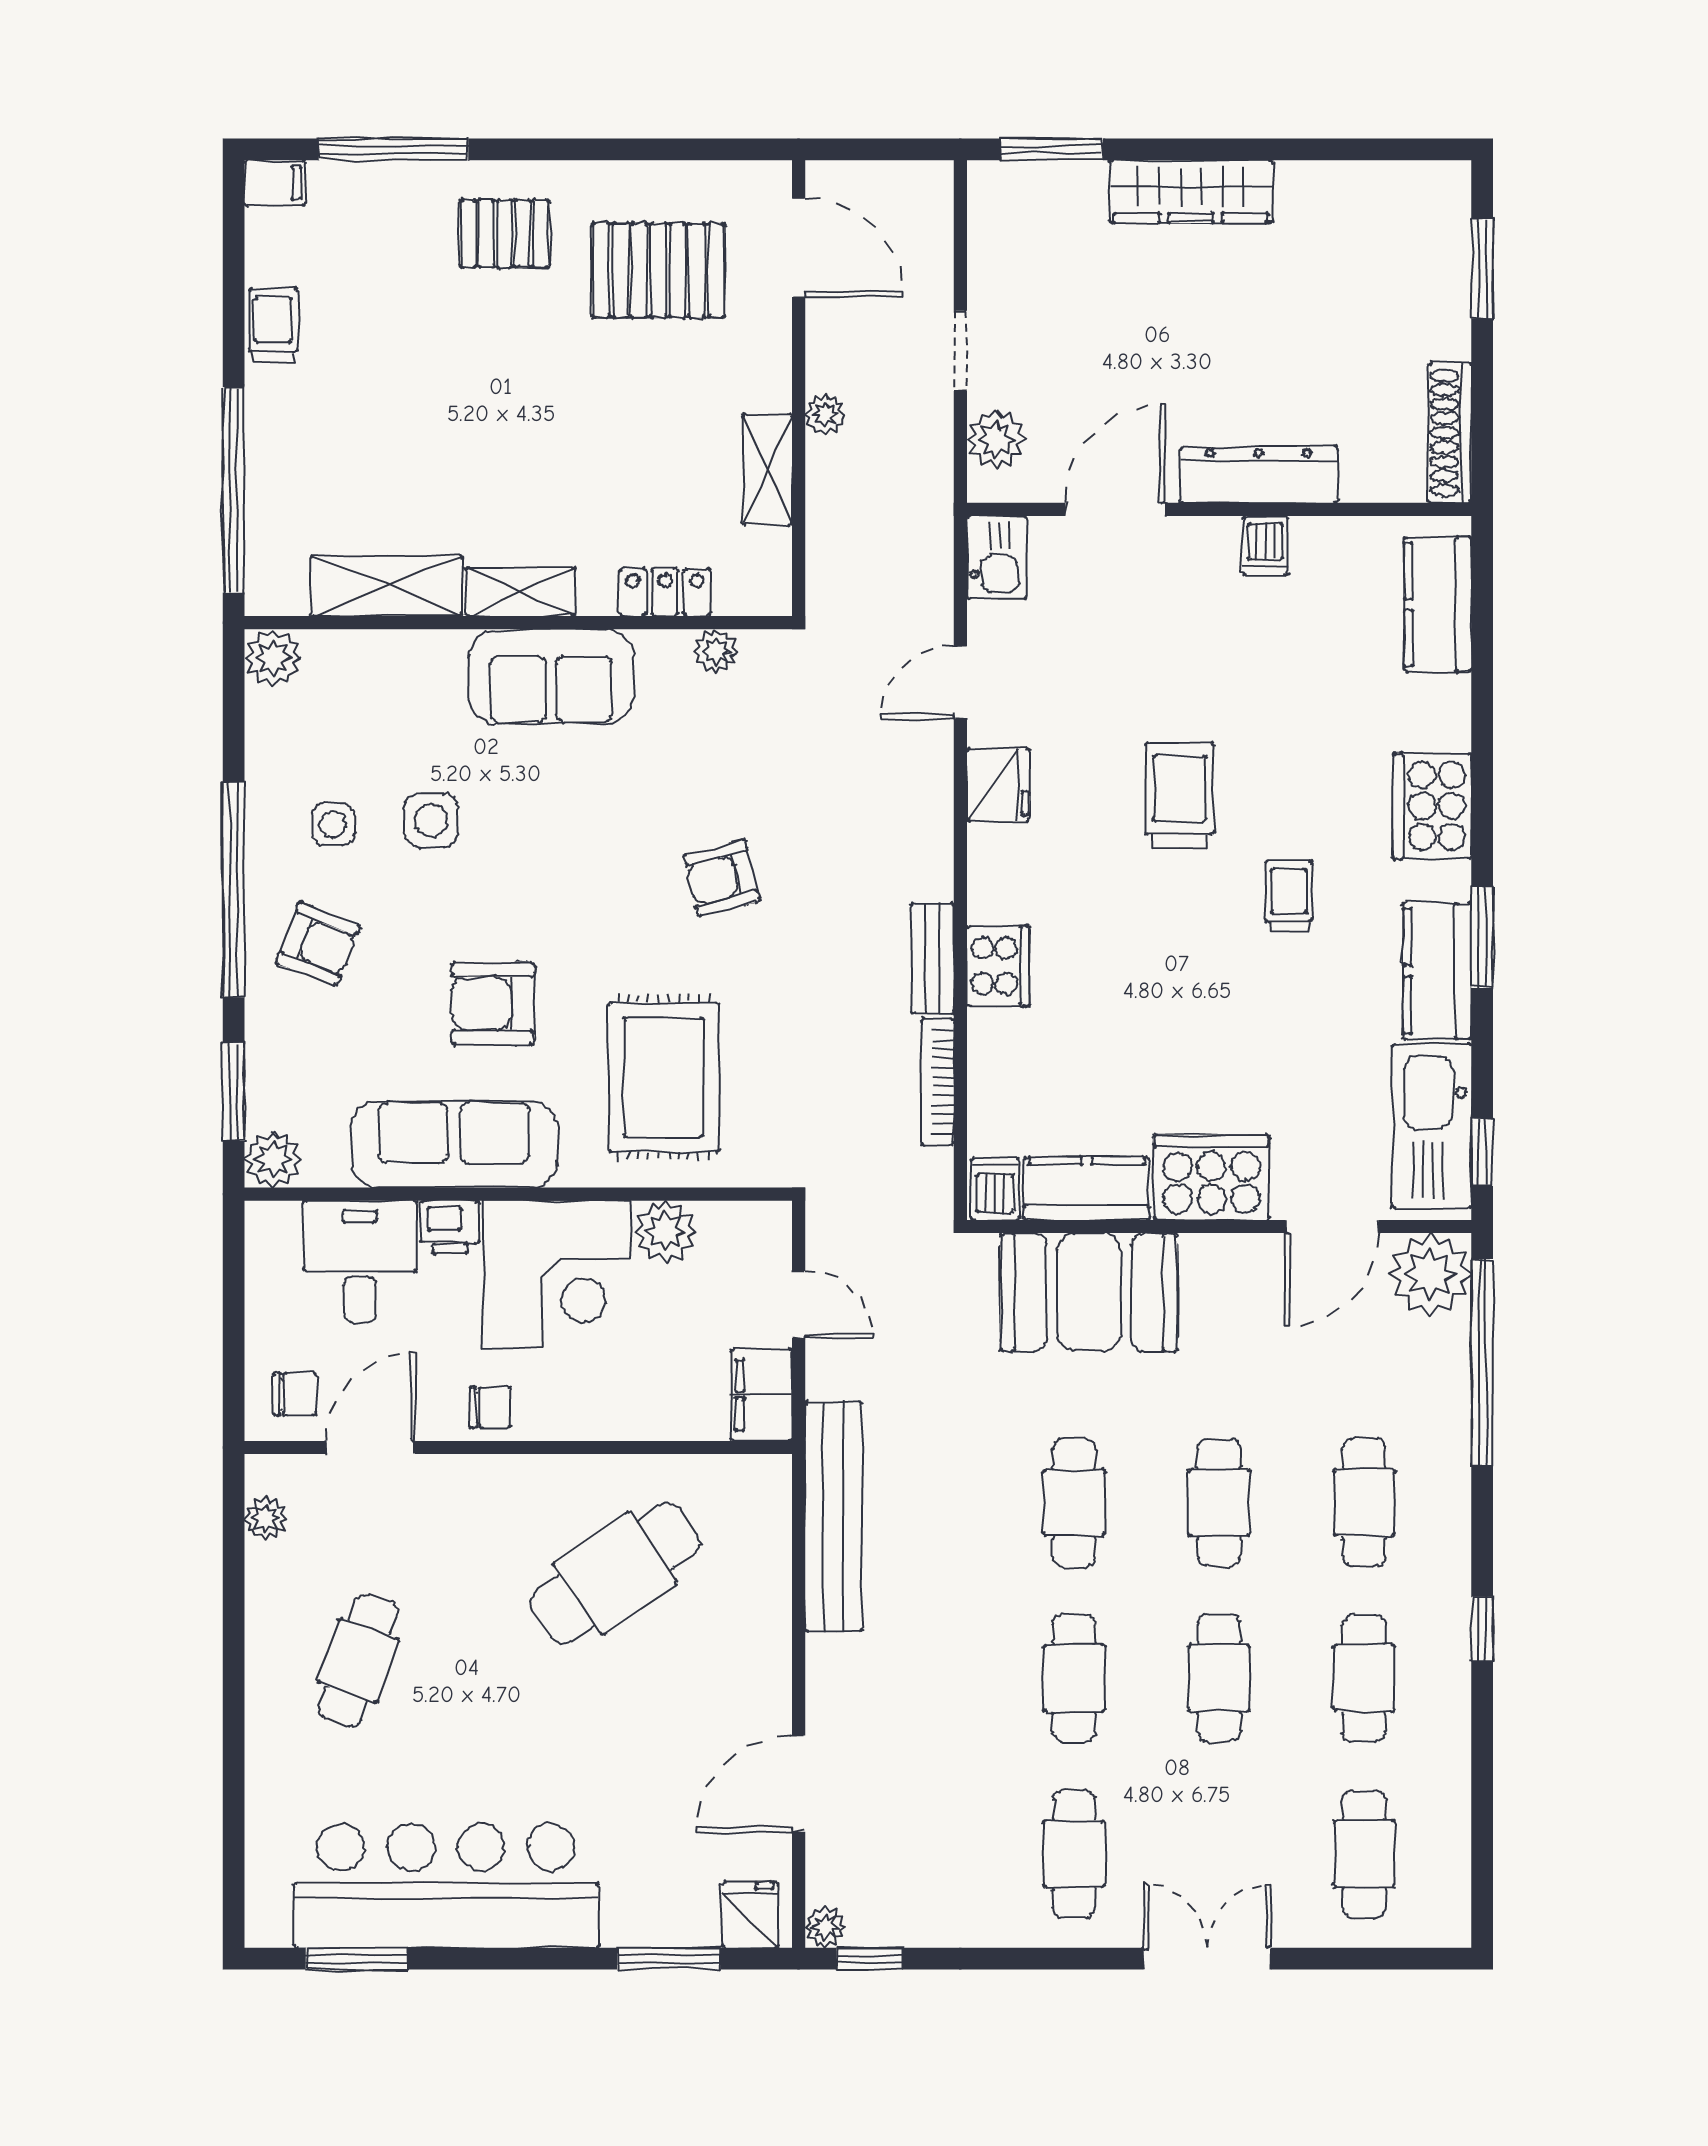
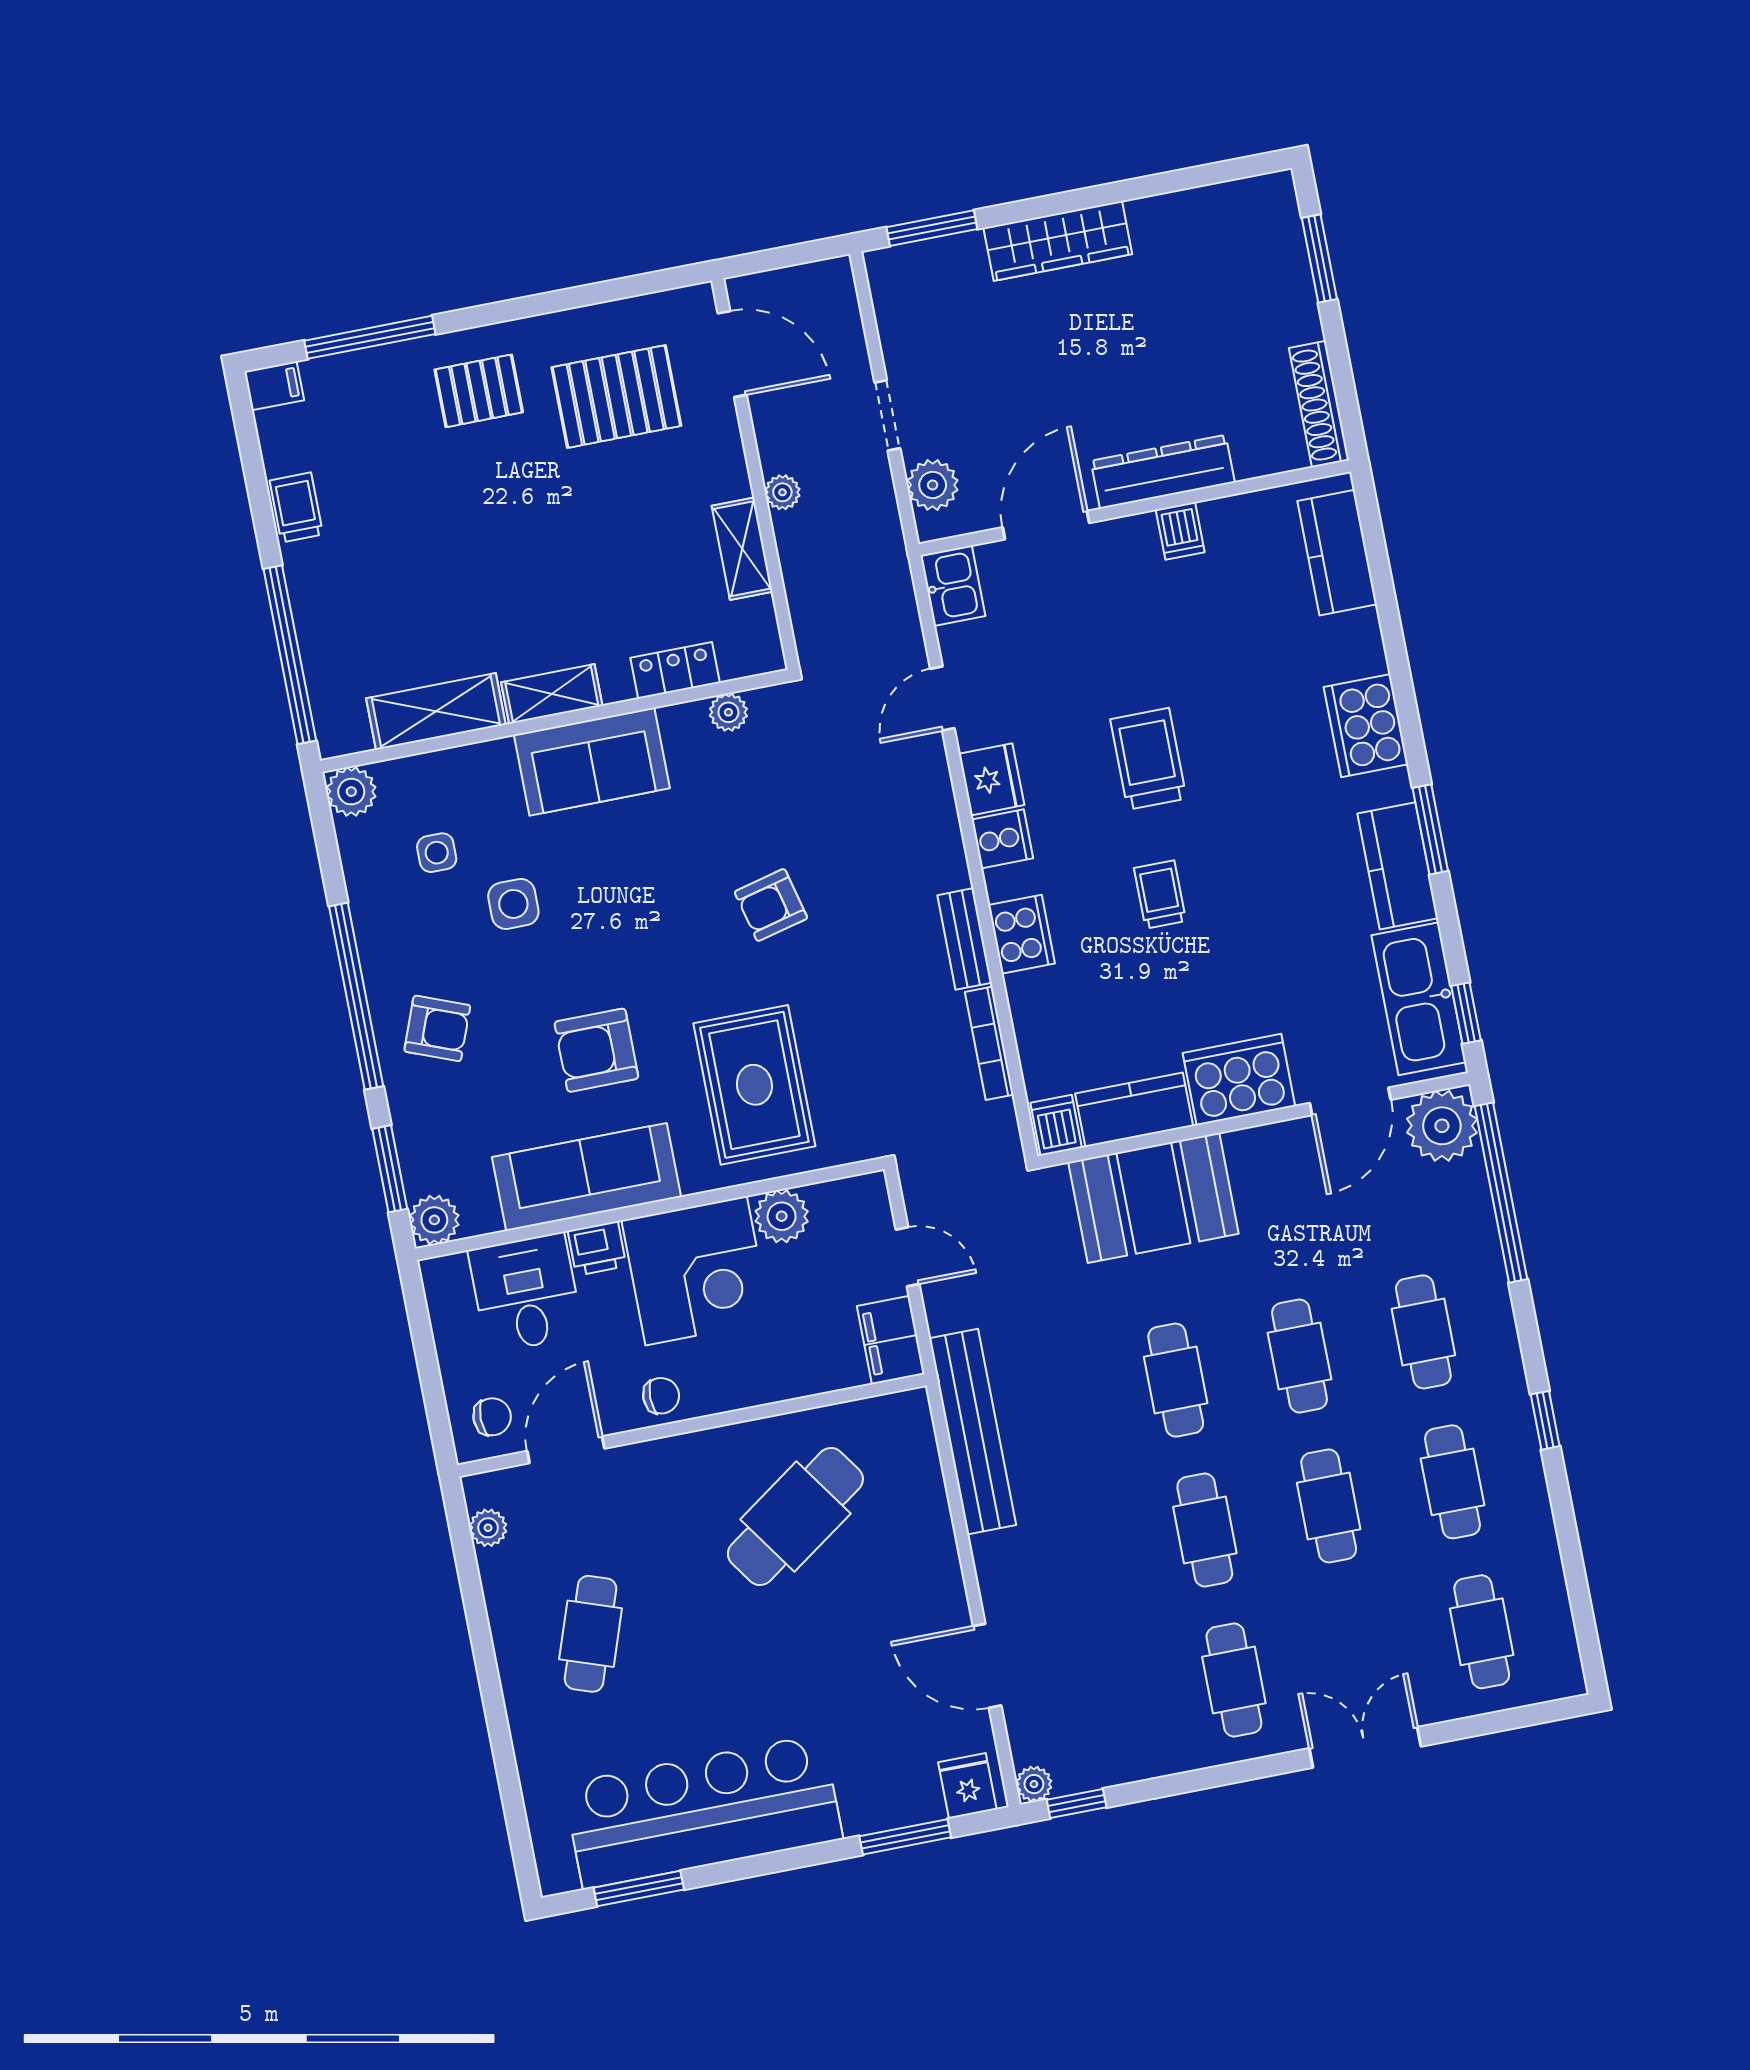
side table: (333, 824) -> (437, 853), moved
cooker: (997, 854) -> (1002, 839), added
trolley: (1289, 896) -> (1160, 894), moved
door: (799, 1784) -> (987, 1666), hinge flipped

